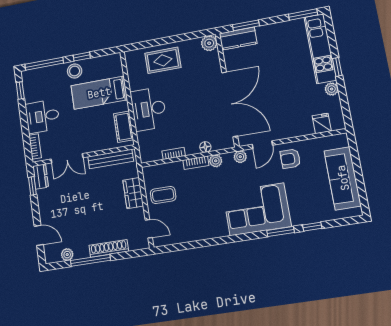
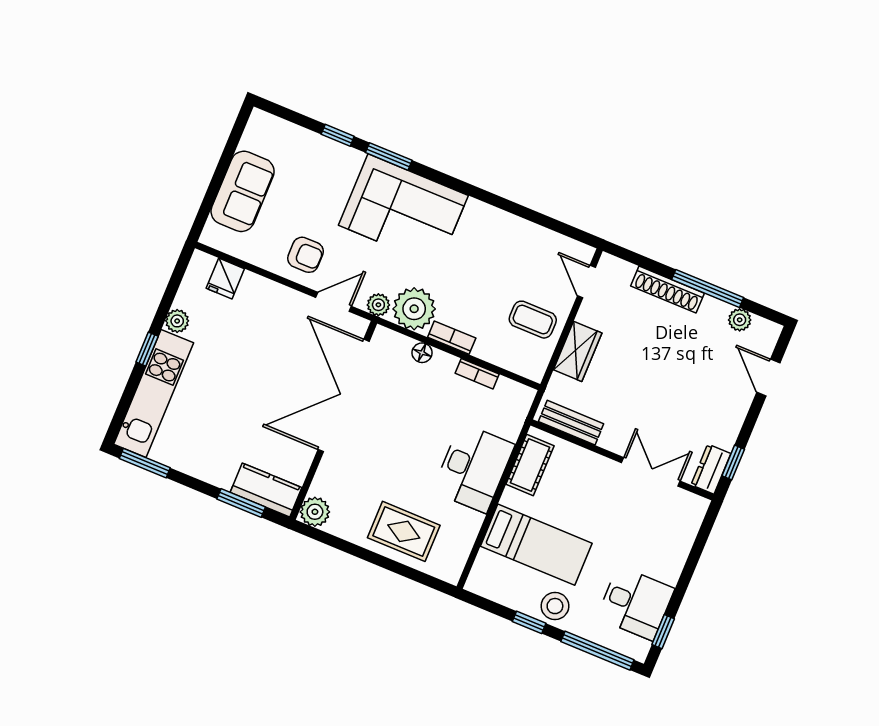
desk: (42, 116) -> (635, 603), moved
bookcase: (35, 147) -> (692, 524), removed
bench: (111, 159) -> (571, 423), width x0.73
plant: (216, 161) -> (414, 309), width x1.87, depth x1.87
sofa: (343, 178) -> (243, 191), width x0.73

